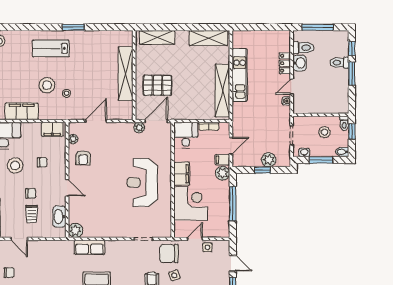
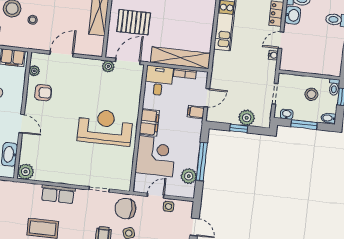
shelving: (222, 91) -> (180, 58), moved, turned 90
armchair: (83, 158) -> (43, 93), turned -90
plant: (223, 173) -> (189, 176), moved
reception desk: (142, 183) -> (105, 127), turned 90
row of seats: (90, 247) -> (58, 194), moved

